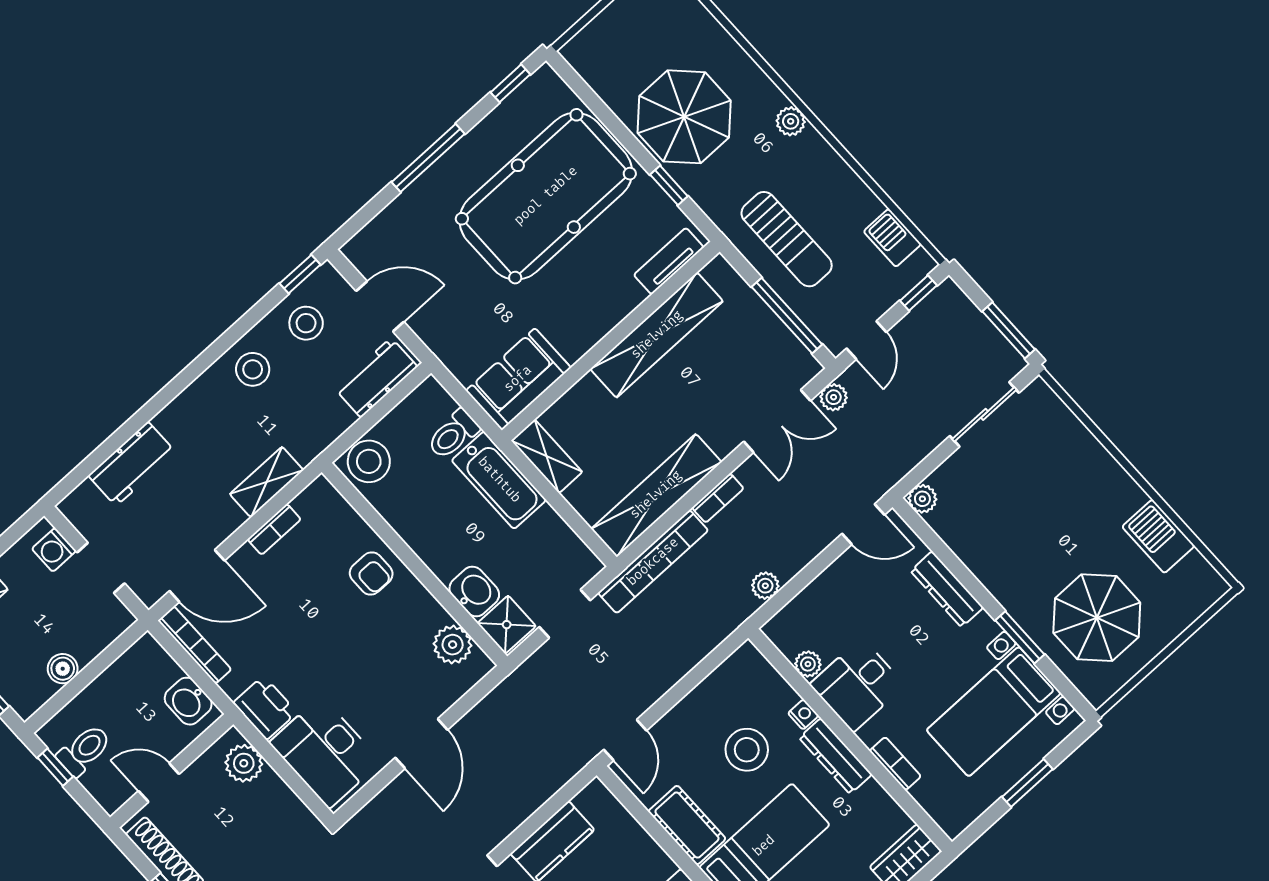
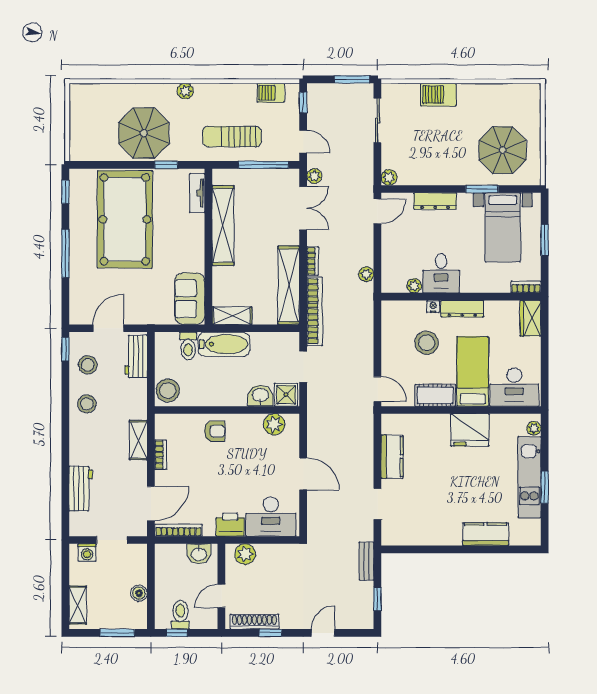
sun lounger: (787, 239) -> (232, 137), turned 180
barbecue: (1158, 536) -> (438, 95), moved
bookcase: (895, 764) -> (526, 287), moved

